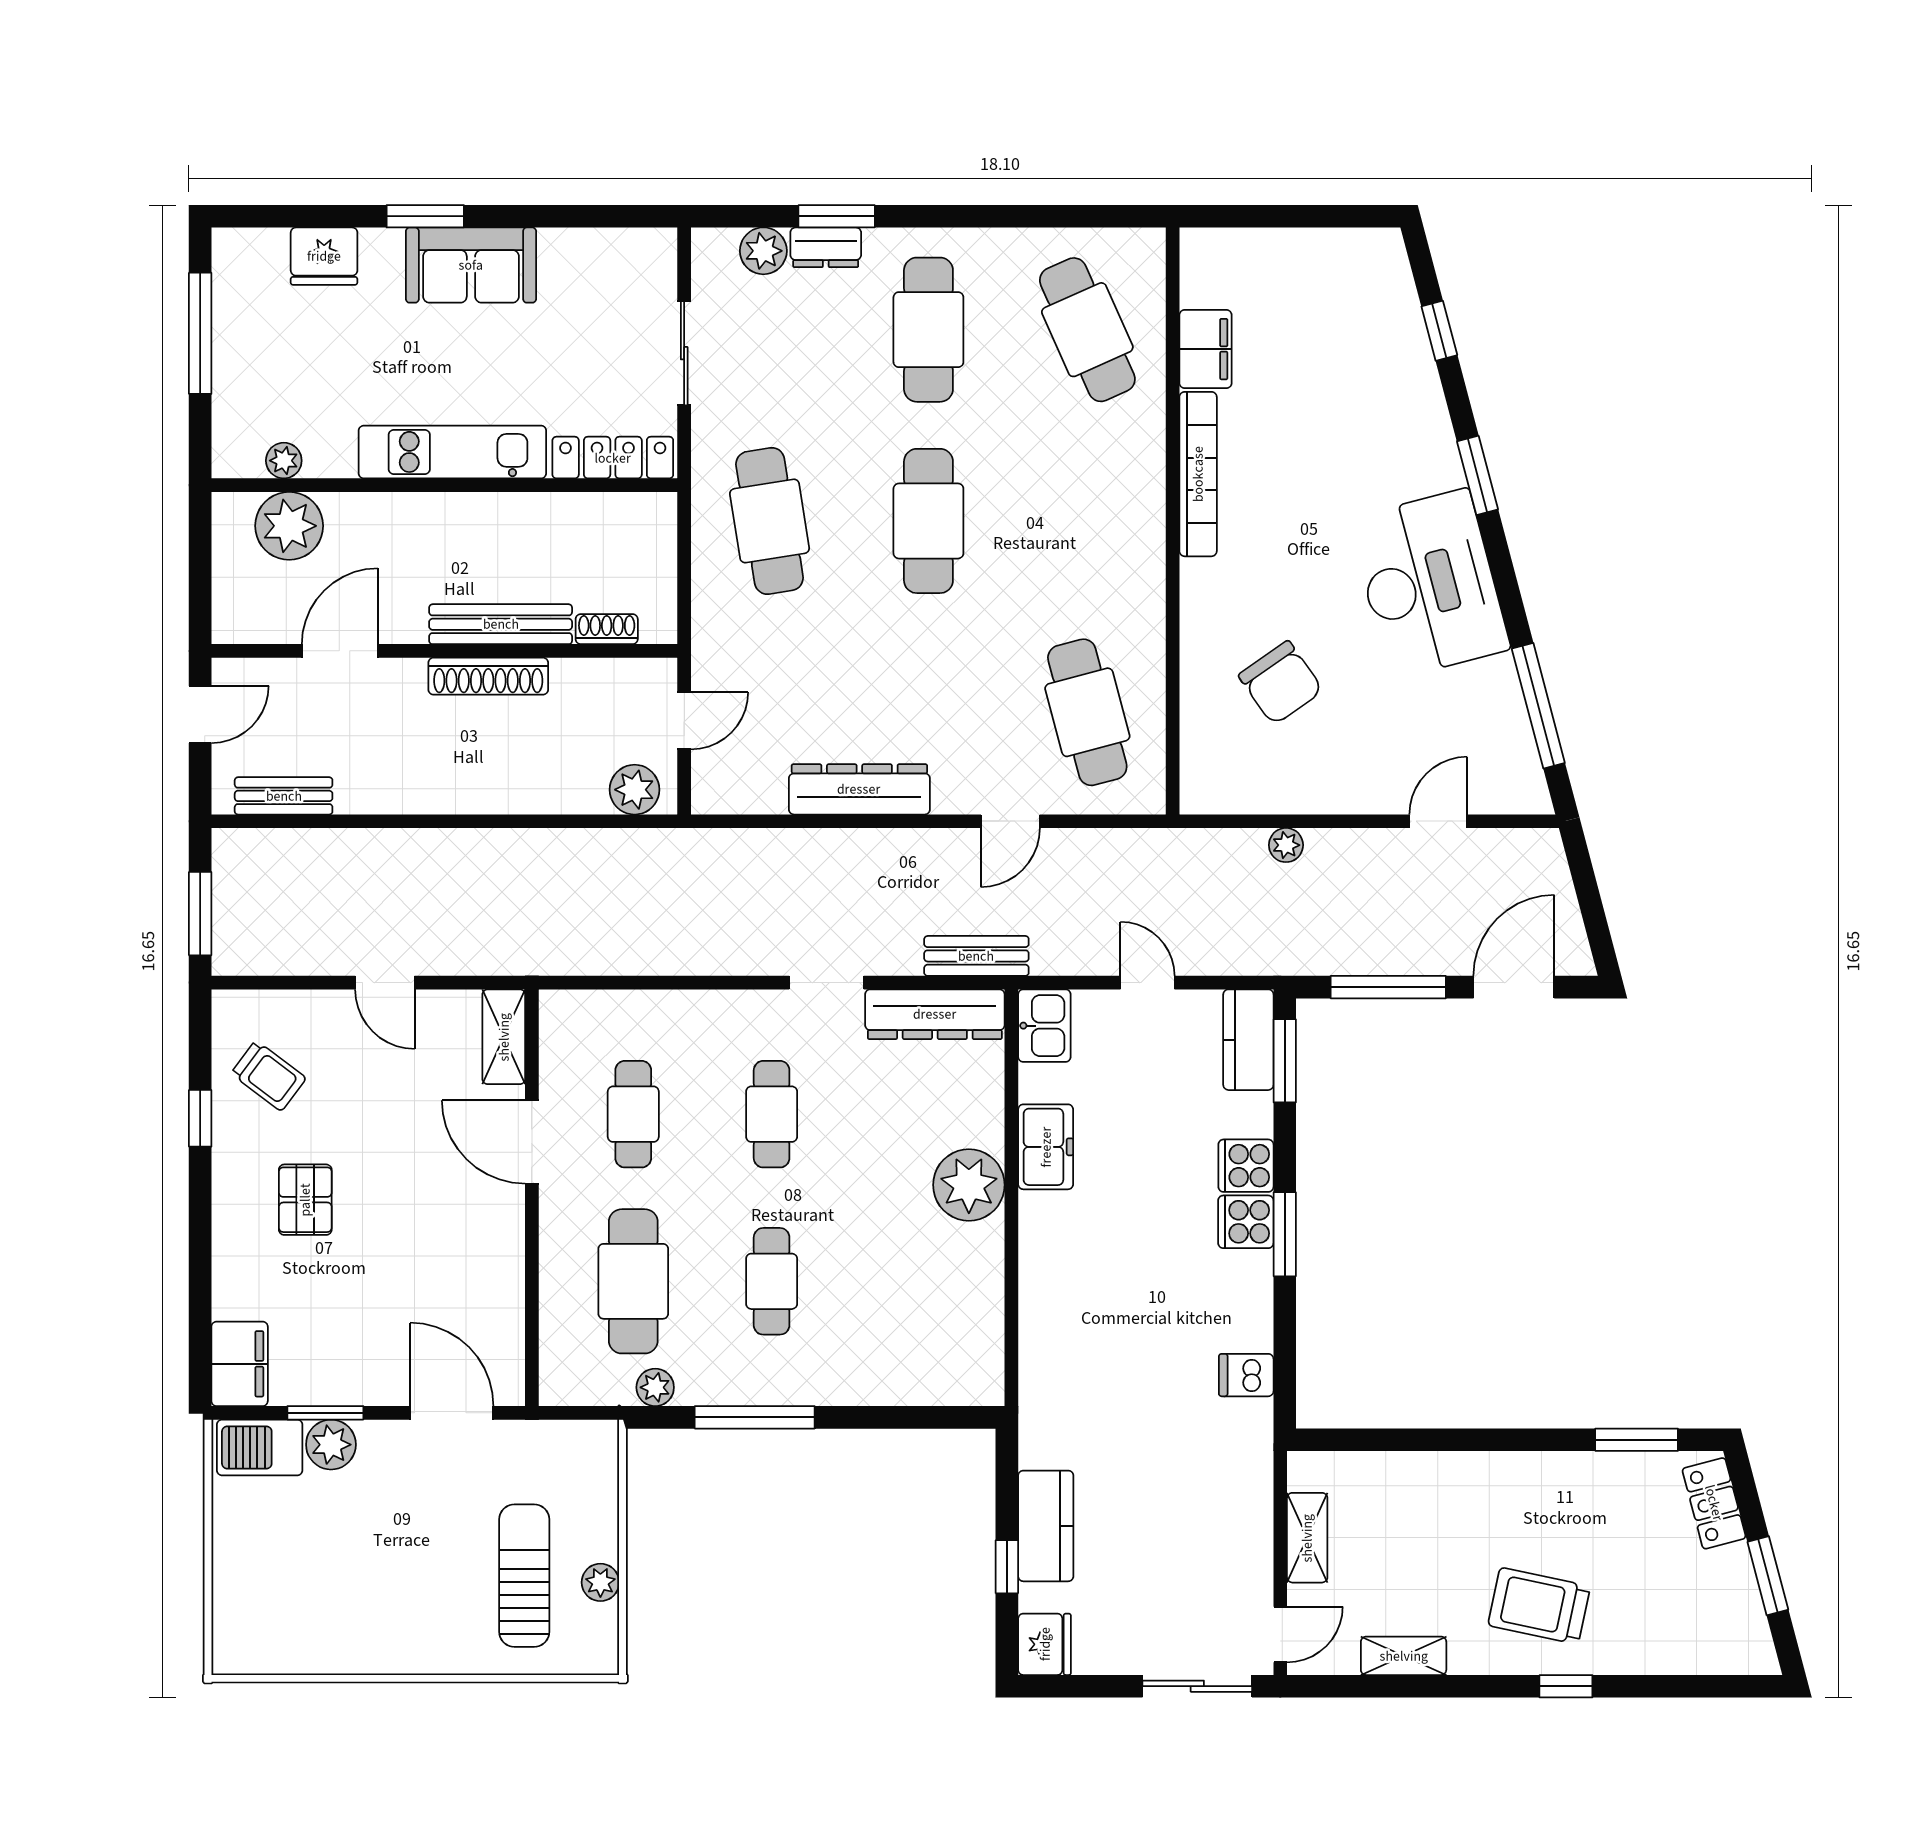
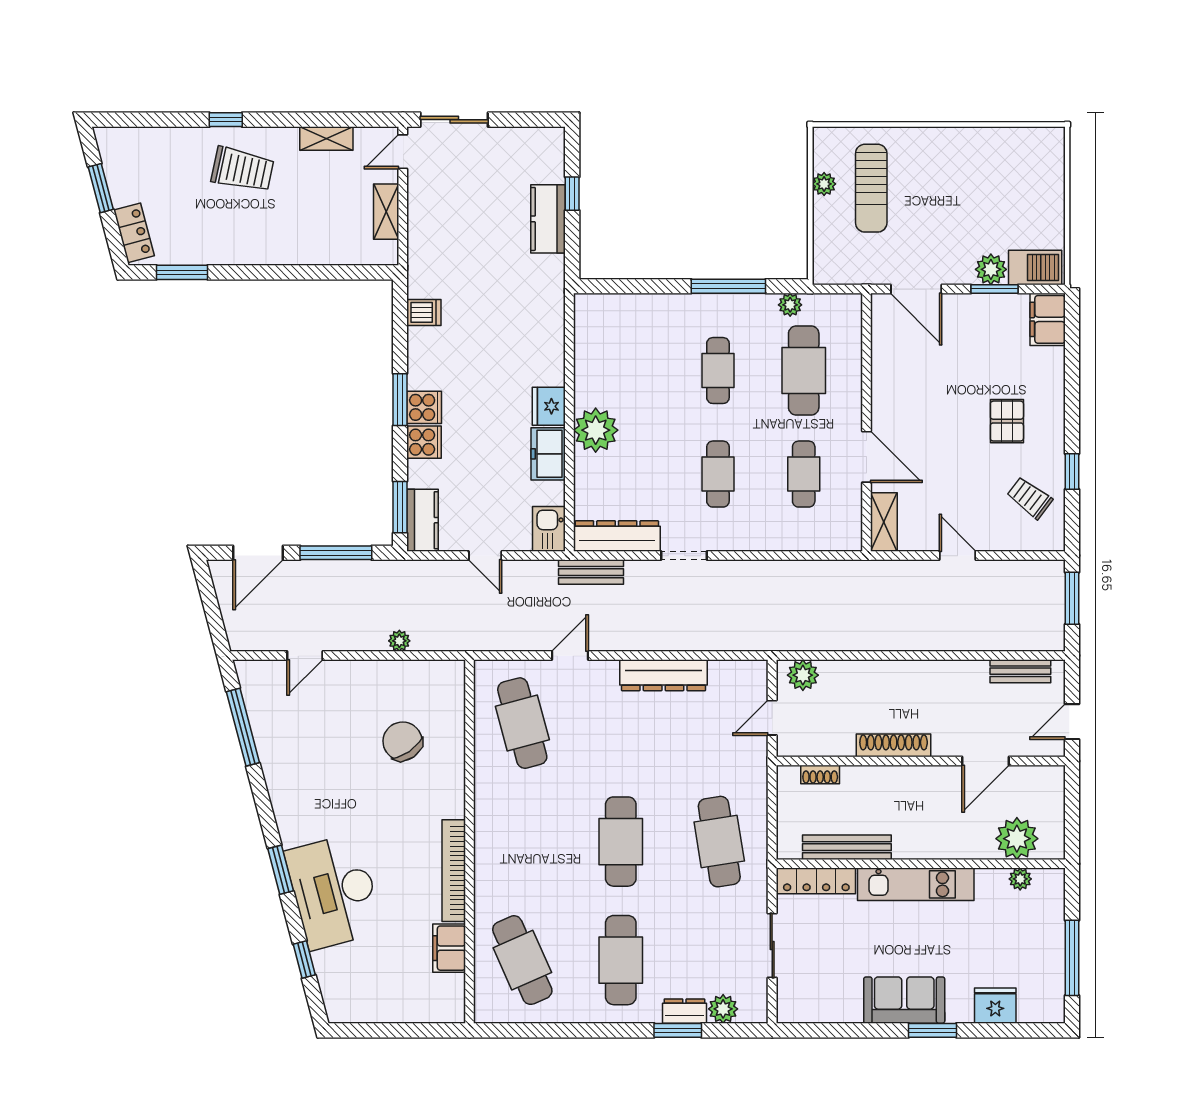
desk: (1429, 584) -> (334, 891), moved
bench: (501, 624) -> (847, 847), moved
fridge: (1045, 1644) -> (549, 406), moved

